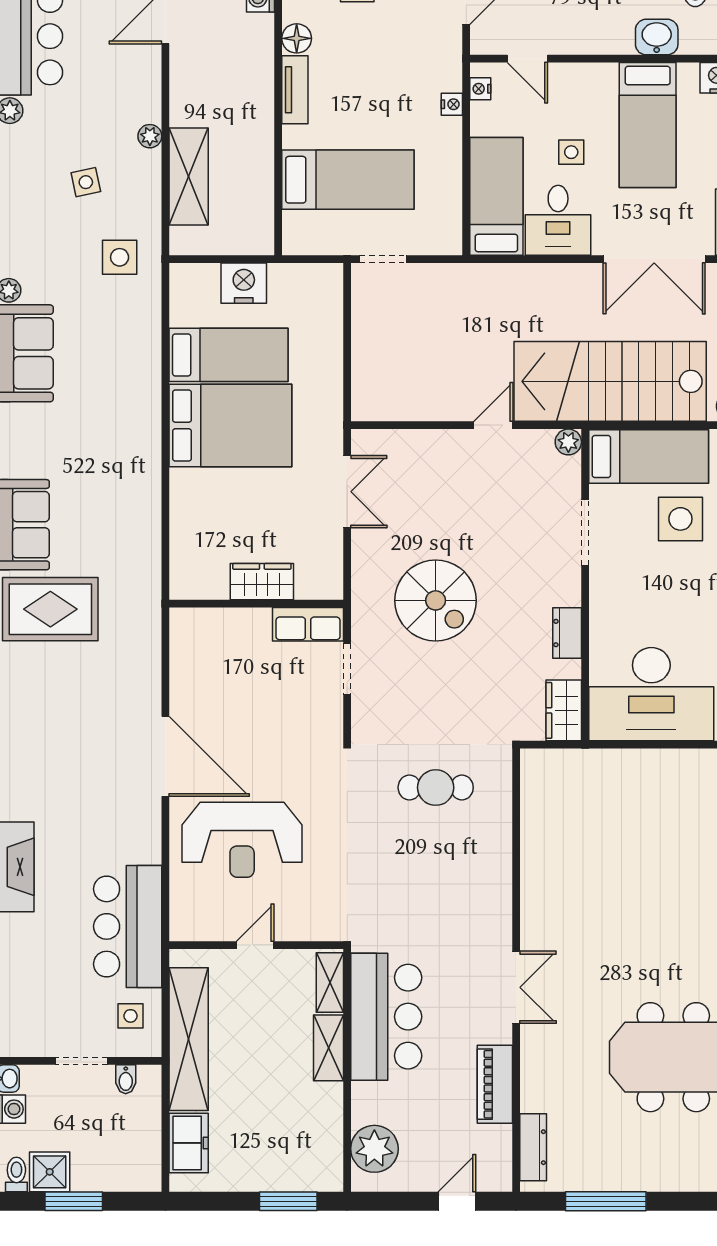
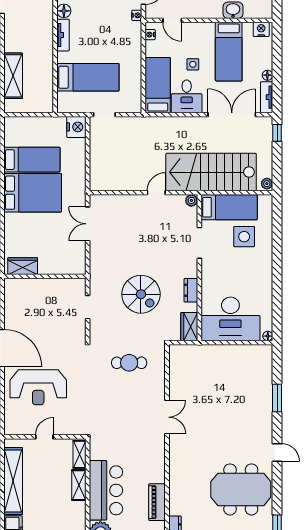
nightstand: (452, 104) -> (137, 15), moved
double door: (654, 259) -> (232, 115), swing flipped
nightstand: (244, 283) -> (76, 127), moved, turned 90
double door: (347, 492) -> (88, 224), swing flipped
wardrobe: (262, 582) -> (23, 266), moved
spiral stairs: (436, 600) -> (141, 294), moved
row of seats: (308, 624) -> (69, 286), removed
double door: (516, 987) -> (167, 417), moved
bar counter: (386, 1017) -> (106, 490), moved

